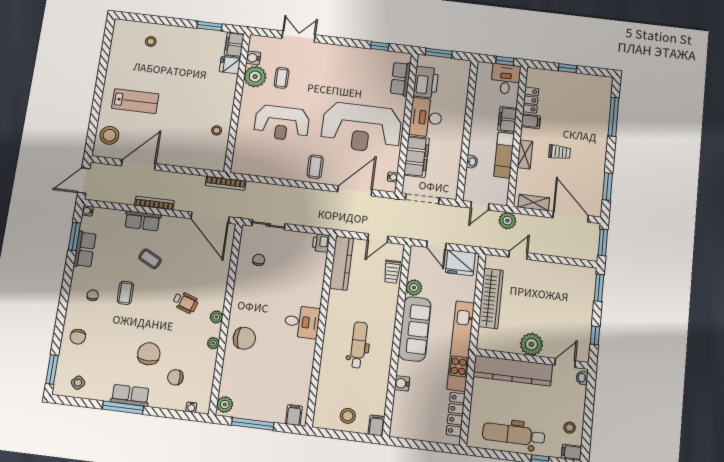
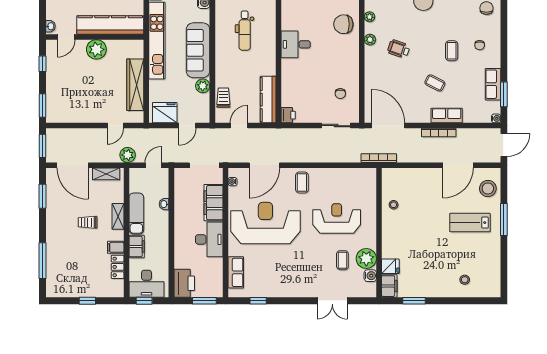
desk: (506, 79) -> (146, 284), width x1.37
printer: (426, 82) -> (184, 283), moved, turned 180
window: (97, 100) -> (504, 220), added
door: (436, 245) -> (187, 126), swing flipped

